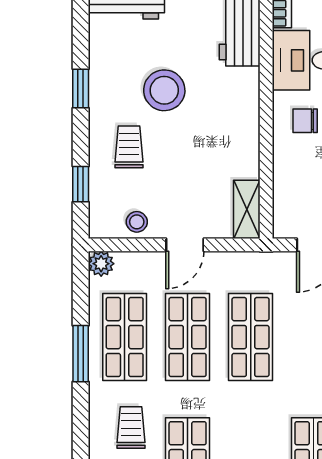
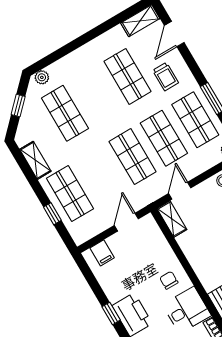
chair: (305, 121) -> (169, 280), turned -90
door: (185, 245) -> (180, 191), moved

